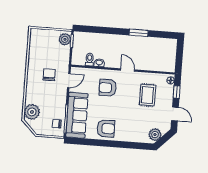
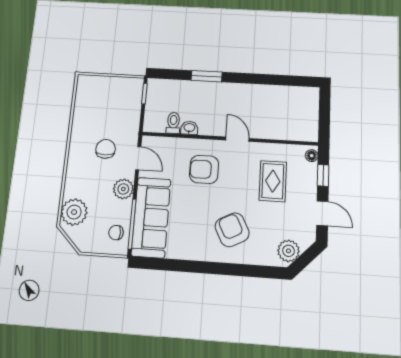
window: (139, 33) -> (207, 76), moved
plant: (65, 39) -> (123, 189), moved
door: (69, 81) -> (138, 158), hinge flipped
armchair: (106, 128) -> (232, 230), moved, turned -117

